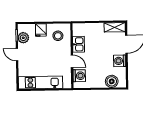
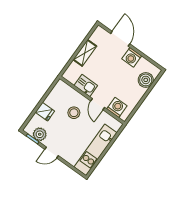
shelving: (115, 27) -> (85, 53), moved
stool: (58, 36) -> (74, 113), moved
door: (72, 61) -> (98, 104), swing flipped

